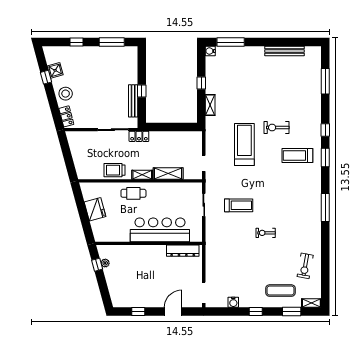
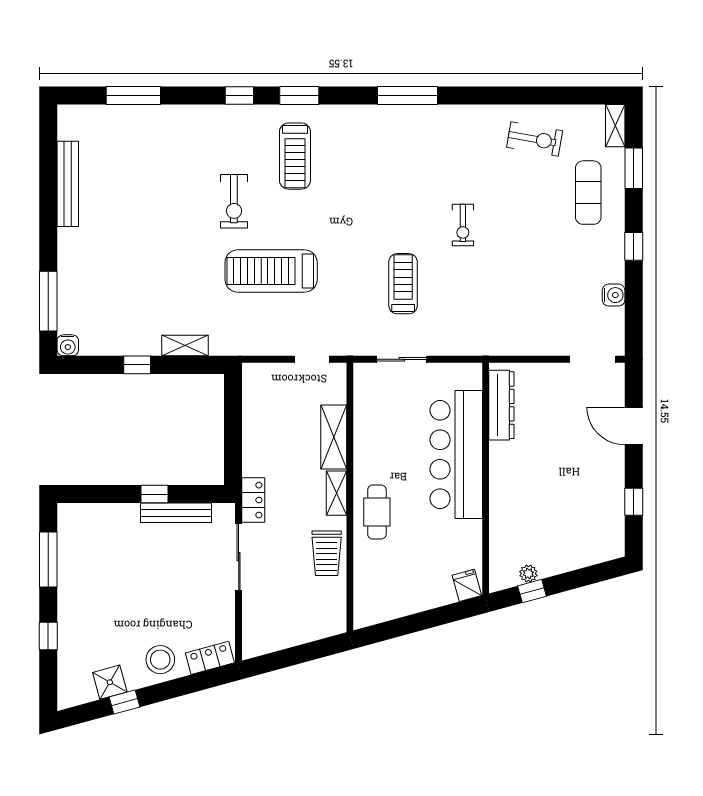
fridge: (95, 209) -> (467, 585), moved, width x0.53, depth x0.75

